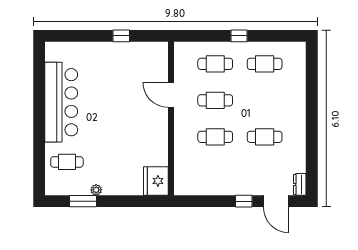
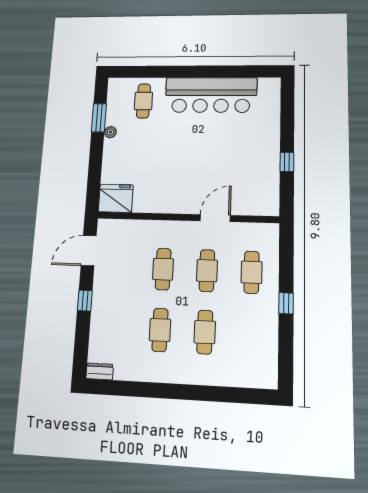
cafe table: (265, 64) -> (205, 332), moved
door: (276, 201) -> (89, 251), moved

